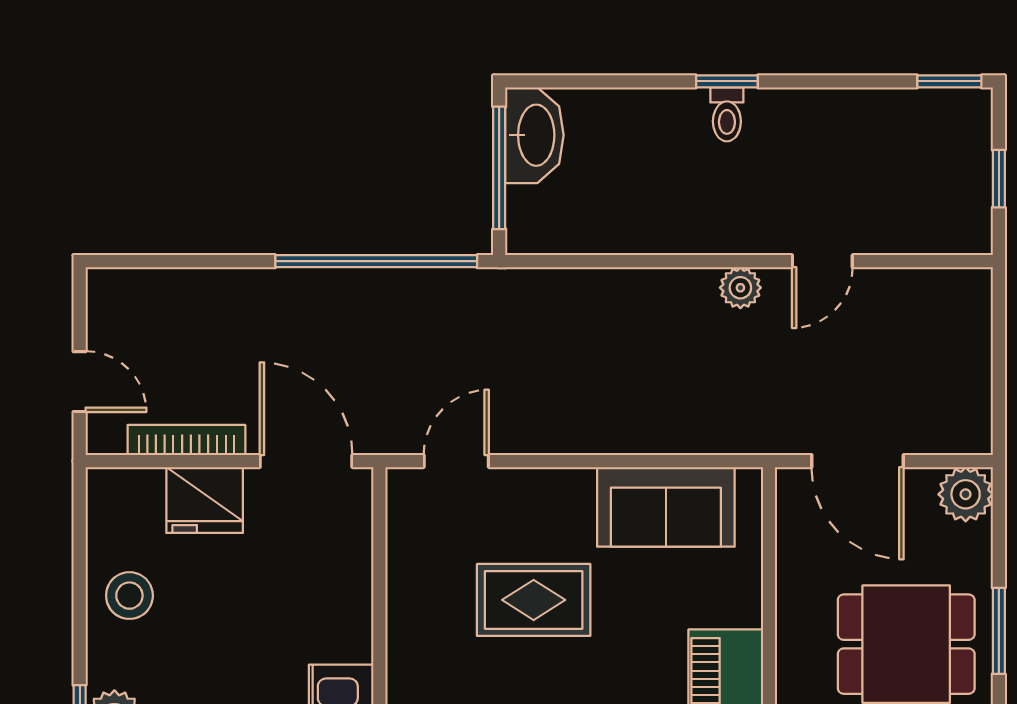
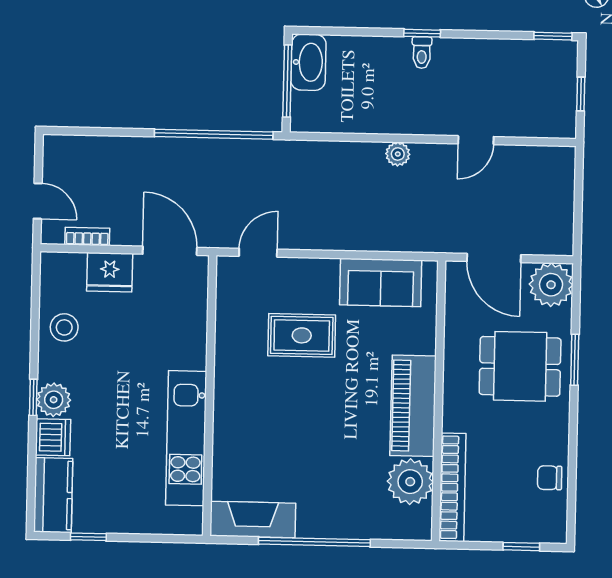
plant: (740, 288) -> (398, 154), moved
bookcase: (186, 440) -> (87, 236), width x0.64
plant: (966, 494) -> (551, 285), width x1.36, depth x1.36

